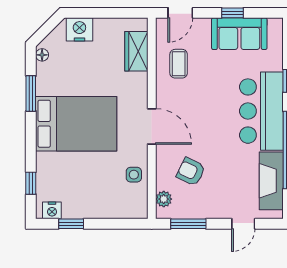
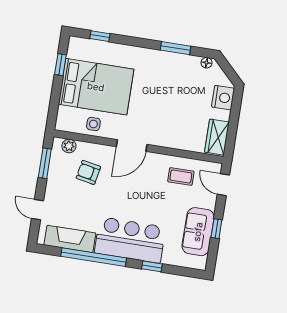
wardrobe: (136, 51) -> (217, 137), moved, turned -90
bed: (76, 124) -> (96, 87), moved, turned -90
armchair: (191, 172) -> (88, 172), turned -105
nightstand: (52, 210) -> (74, 50), removed

